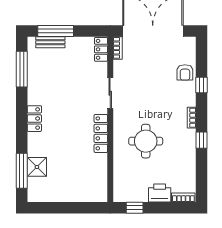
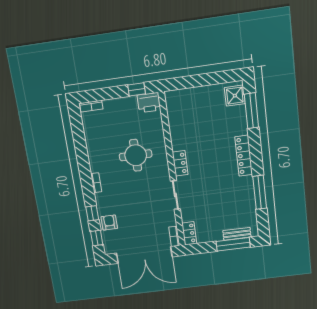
window: (22, 69) -> (260, 192), moved
locker: (34, 119) -> (244, 156), width x1.53
locker: (101, 133) -> (180, 163), width x0.66
window: (201, 140) -> (97, 238), moved
shower: (37, 167) -> (235, 96), moved
printer: (160, 193) -> (149, 103), moved

